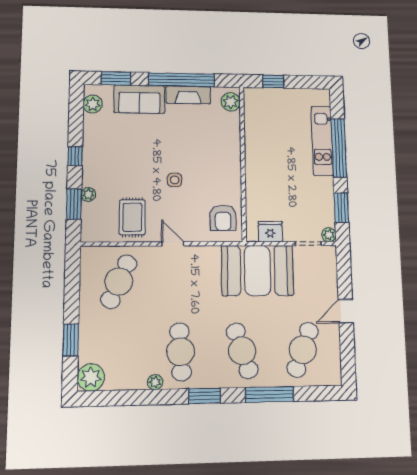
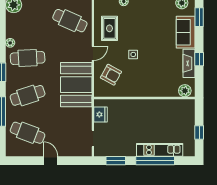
window: (182, 80) -> (199, 59), width x0.32
window: (273, 82) -> (199, 132), moved
rug: (132, 217) -> (109, 28), turned 90
armchair: (223, 218) -> (111, 75), moved, turned -151
plant: (329, 235) -> (98, 152), removed
booth: (257, 270) -> (76, 85), moved

